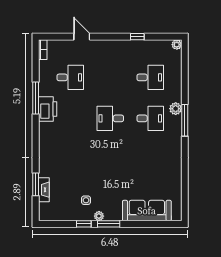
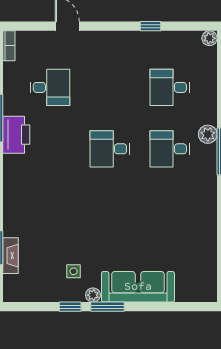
desk: (150, 77) -> (170, 87), turned 180
desk: (150, 118) -> (170, 149), turned 180
sofa: (147, 211) -> (138, 287), moved

